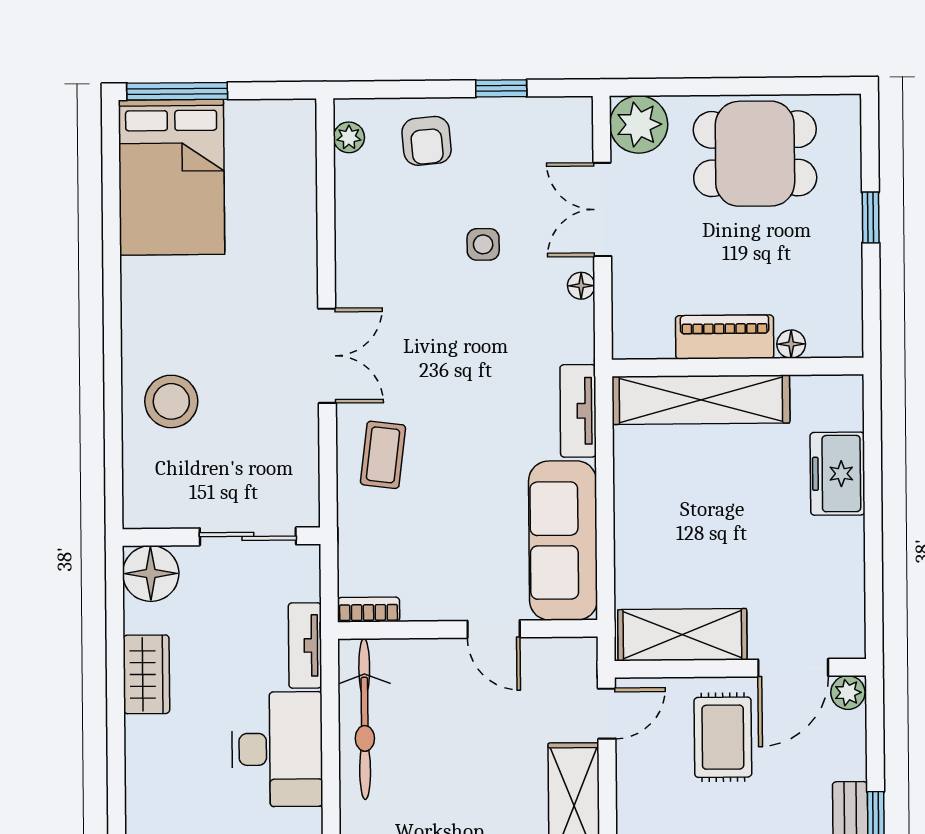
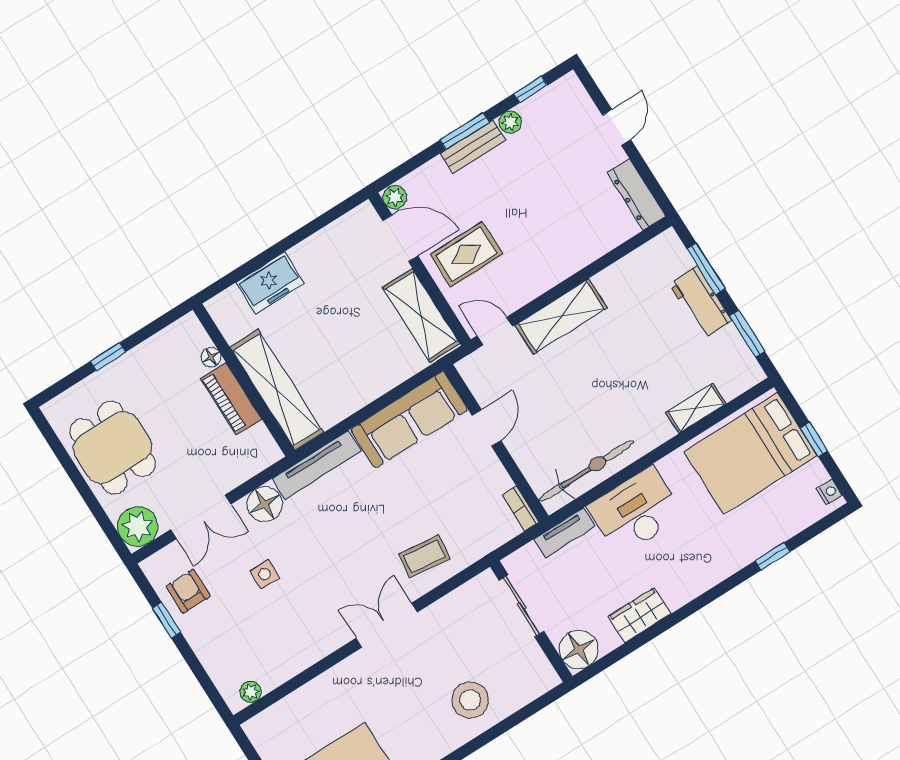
armchair: (427, 141) -> (188, 591), moved, turned -85
floor lamp: (581, 286) -> (265, 504), width x1.89, depth x1.89
tv unit: (578, 411) -> (317, 465), width x1.41

